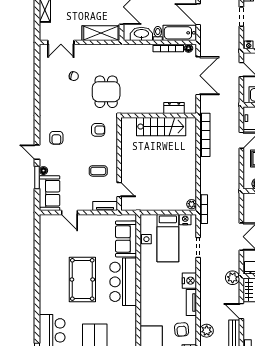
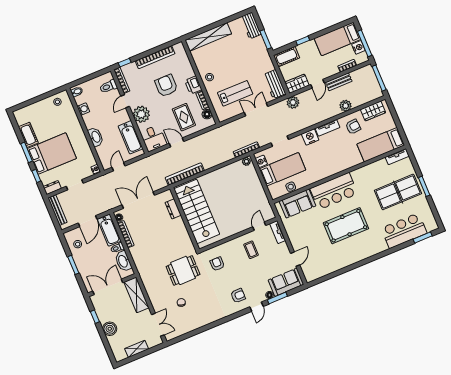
stairs: (161, 127) -> (197, 212), width x1.36, depth x1.51

